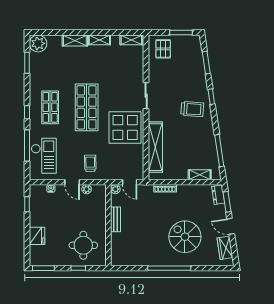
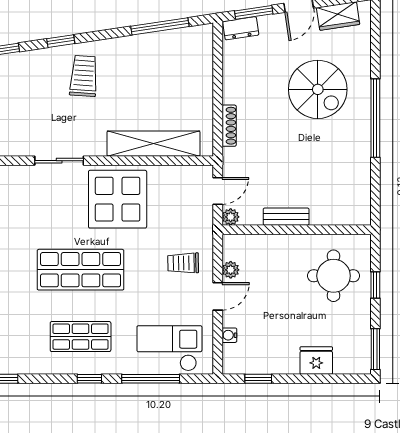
shelving: (200, 175) -> (204, 62), removed
spiral stairs: (185, 237) -> (318, 89), turned -90

